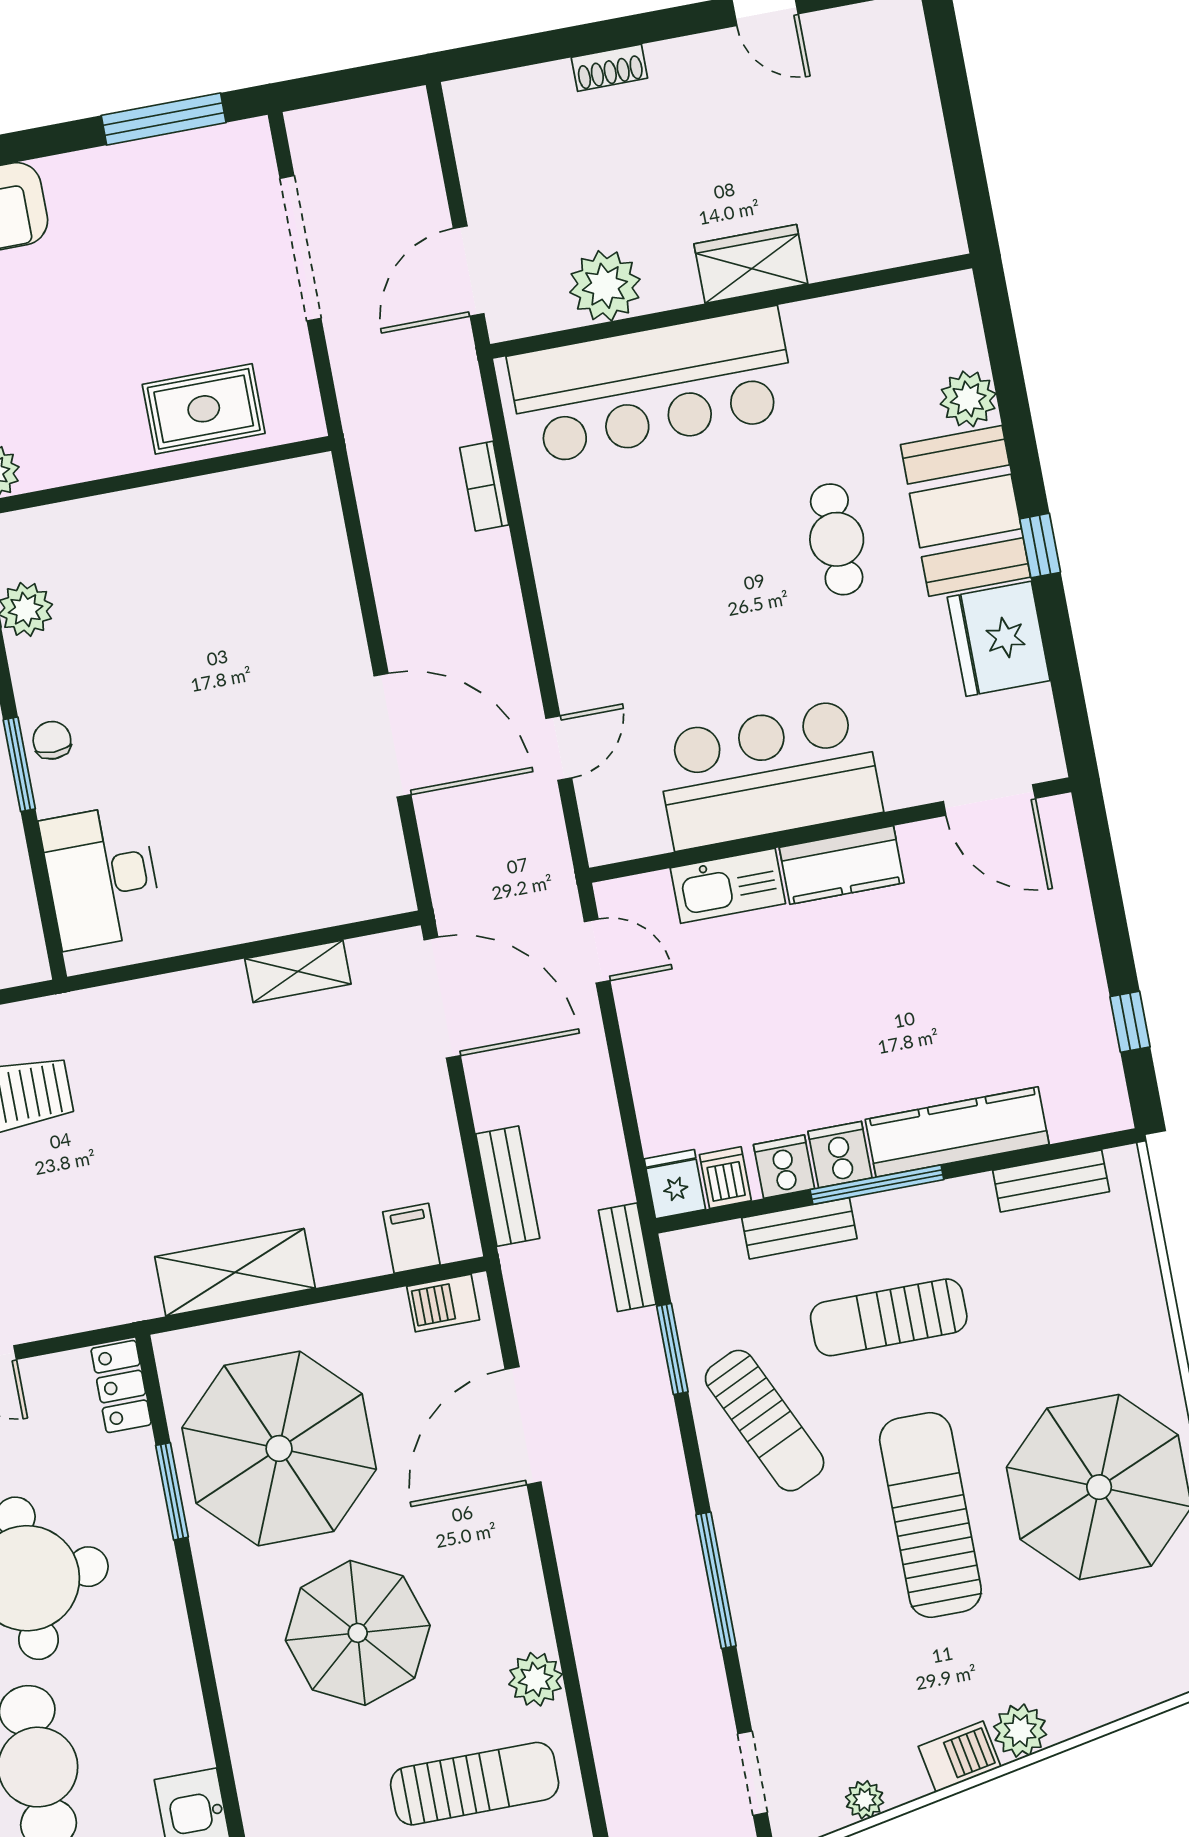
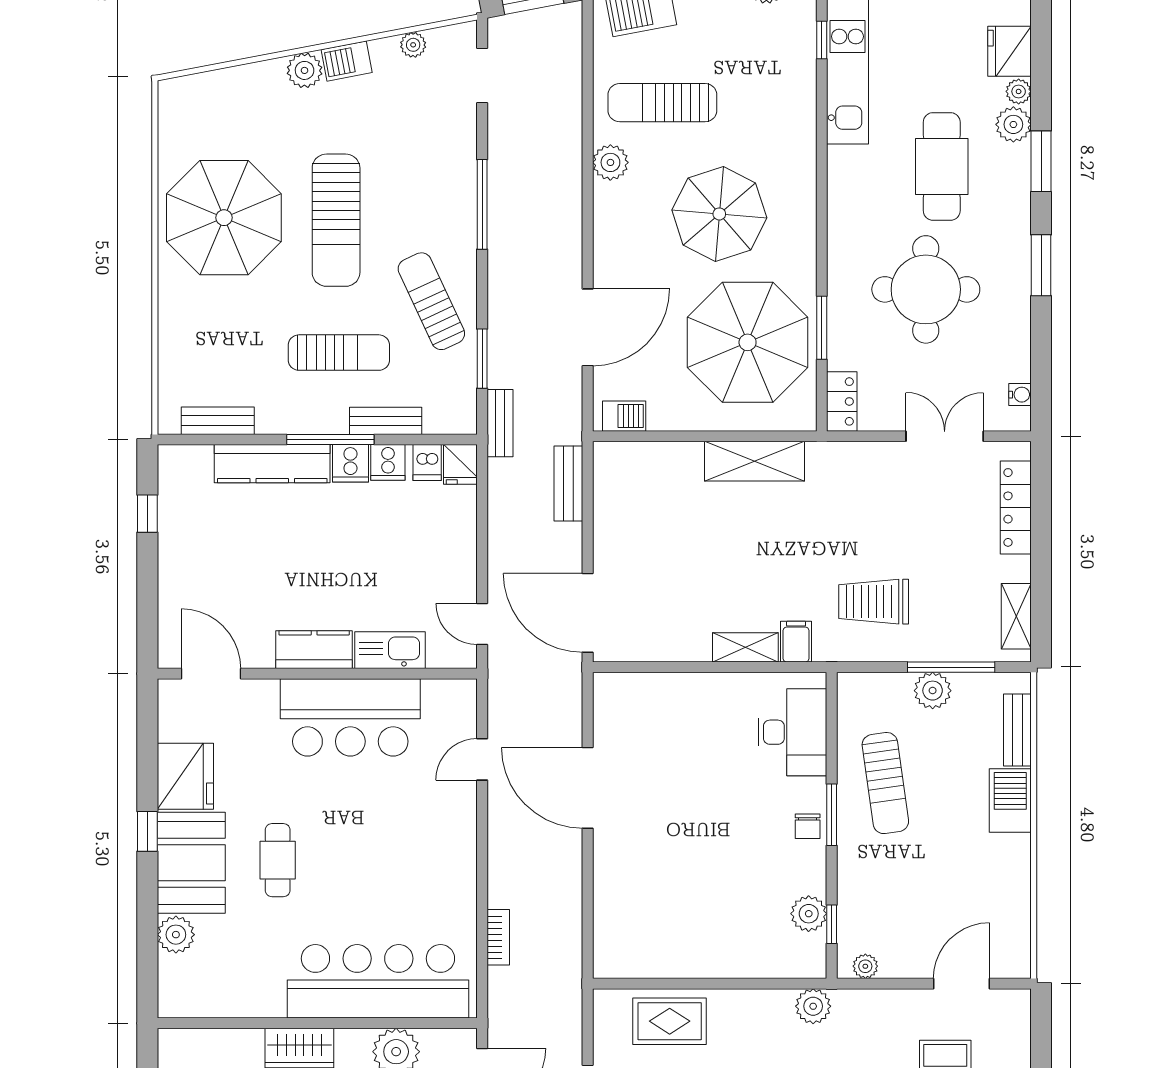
shelving: (298, 971) -> (745, 647), moved
filing cabinet: (411, 1238) -> (796, 642), moved, turned 180

